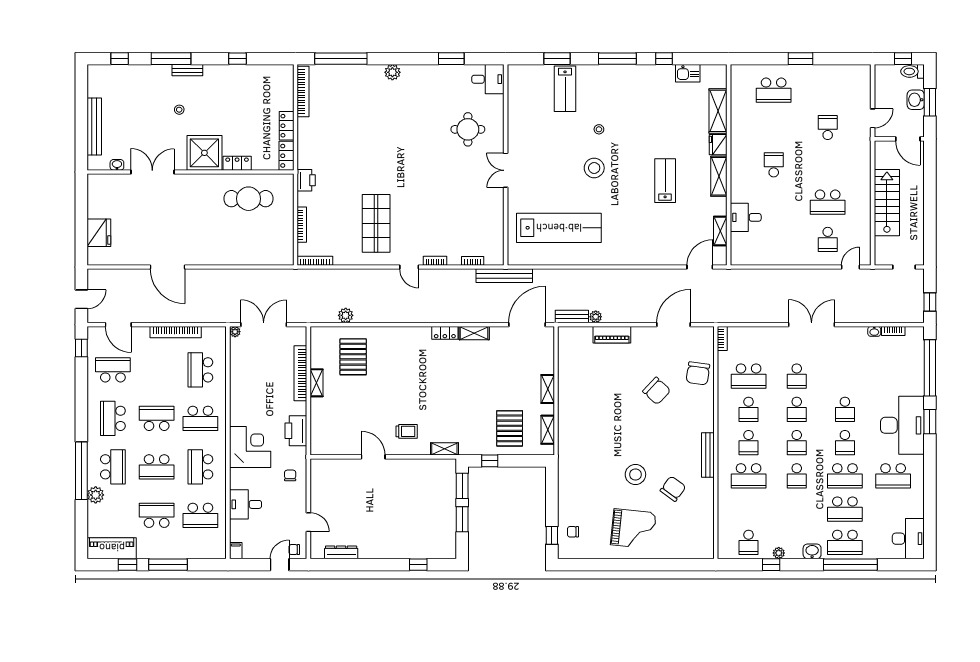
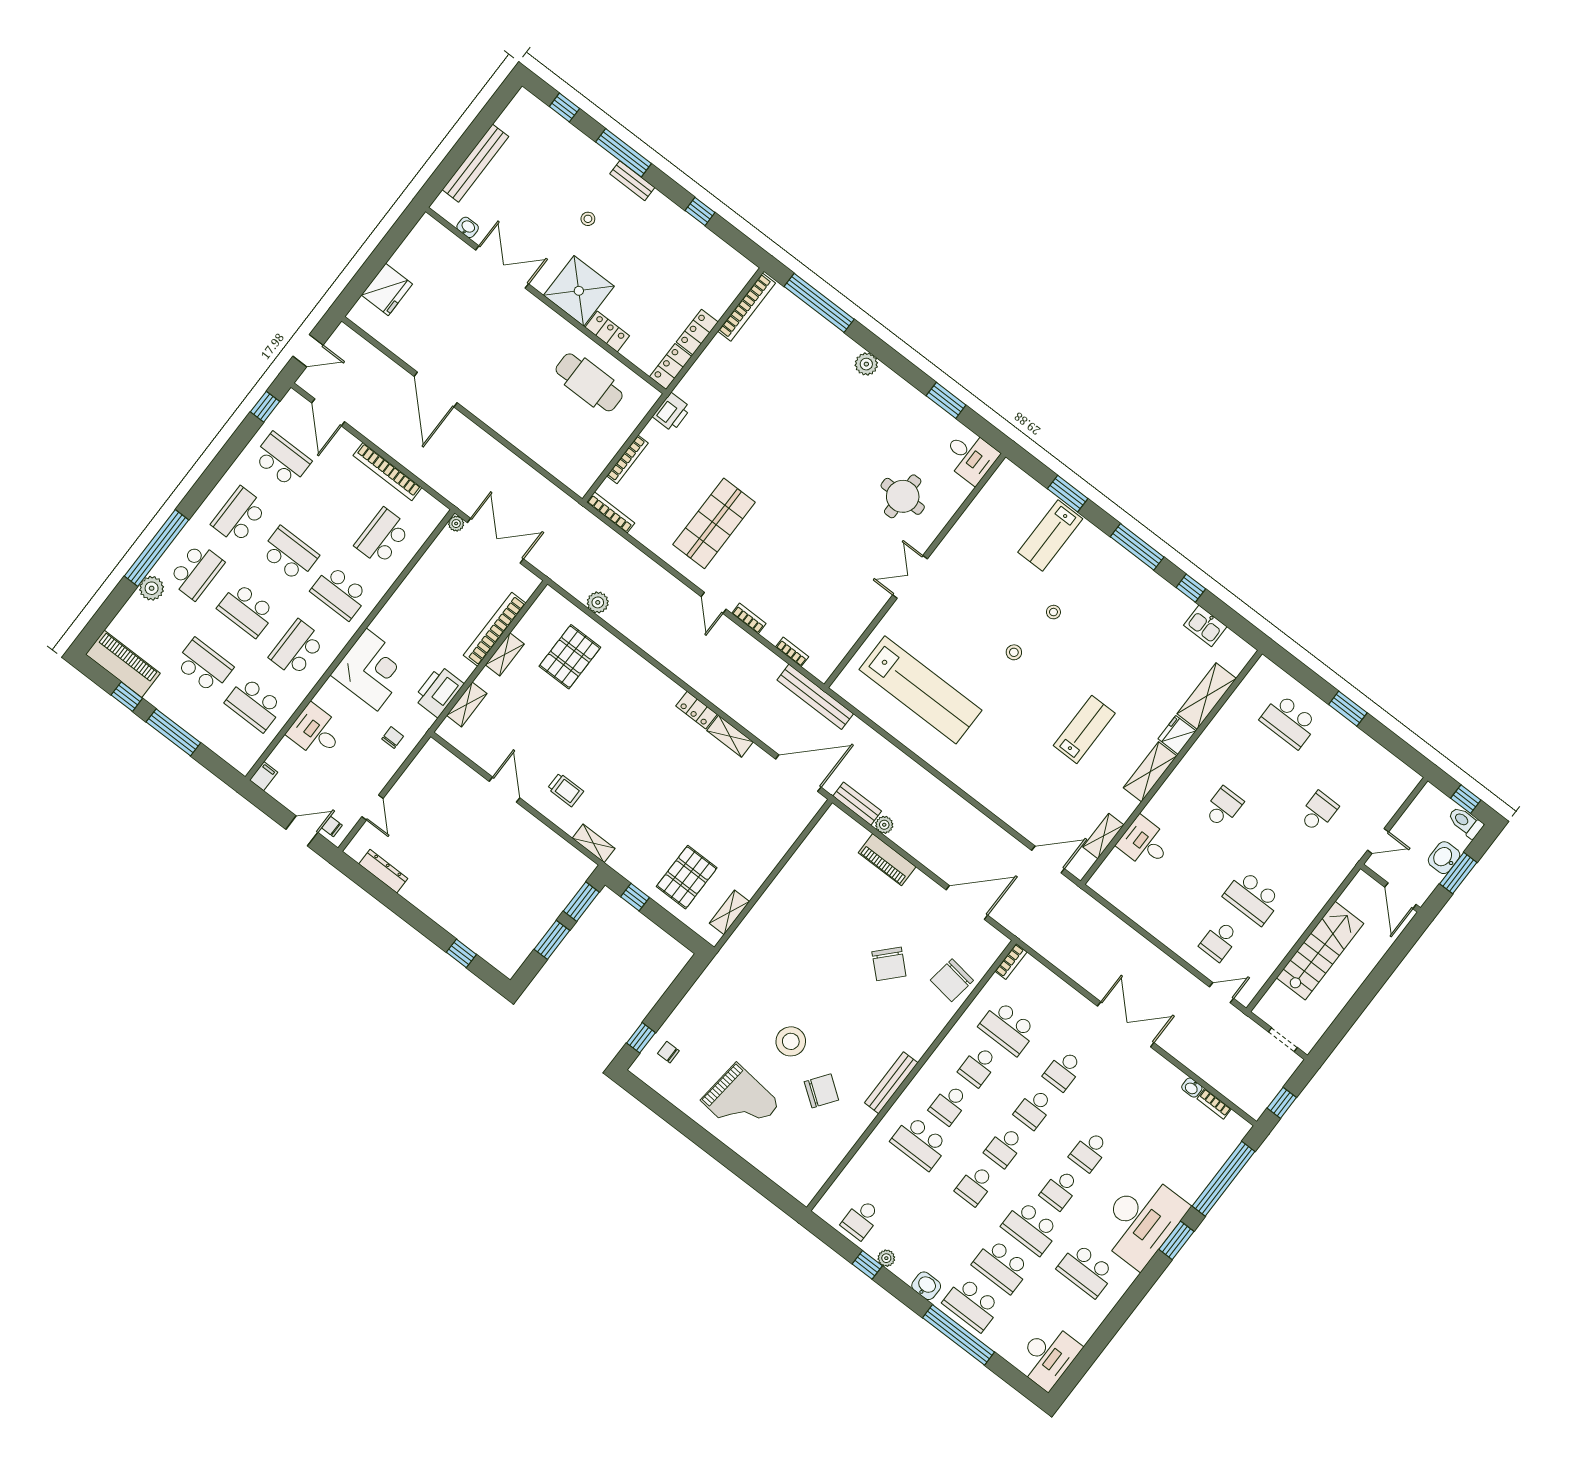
stool: (594, 168) -> (1014, 652), width x0.53, depth x0.53
shelving: (548, 389) -> (467, 704), moved

